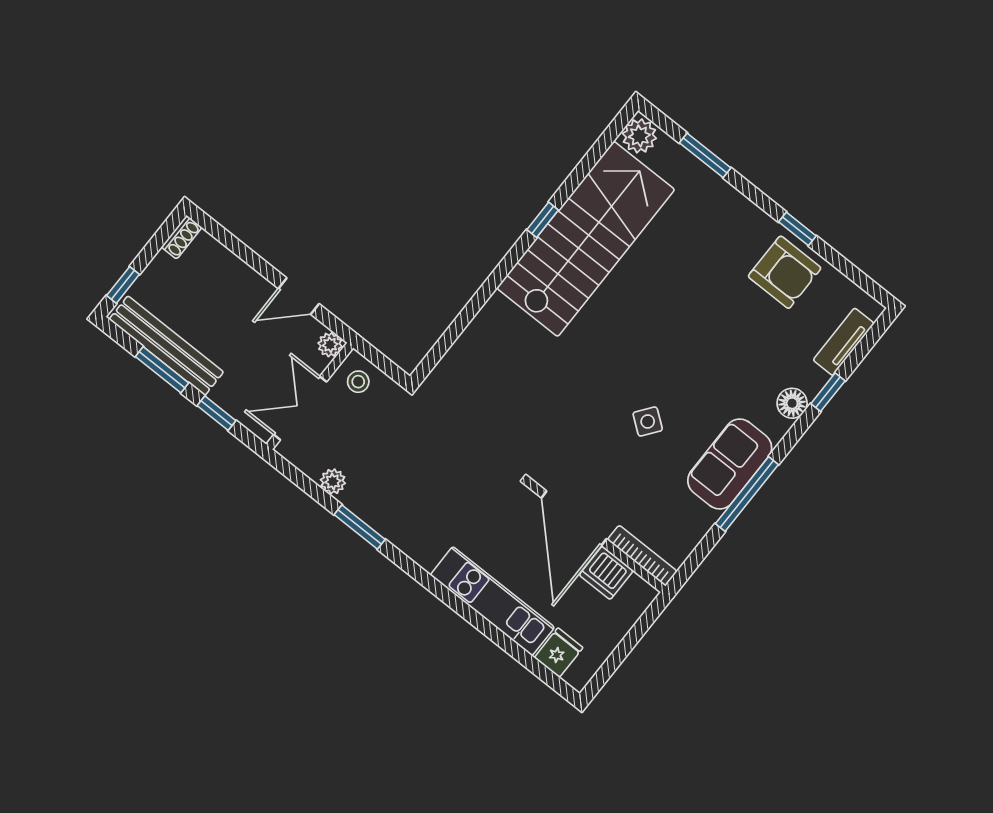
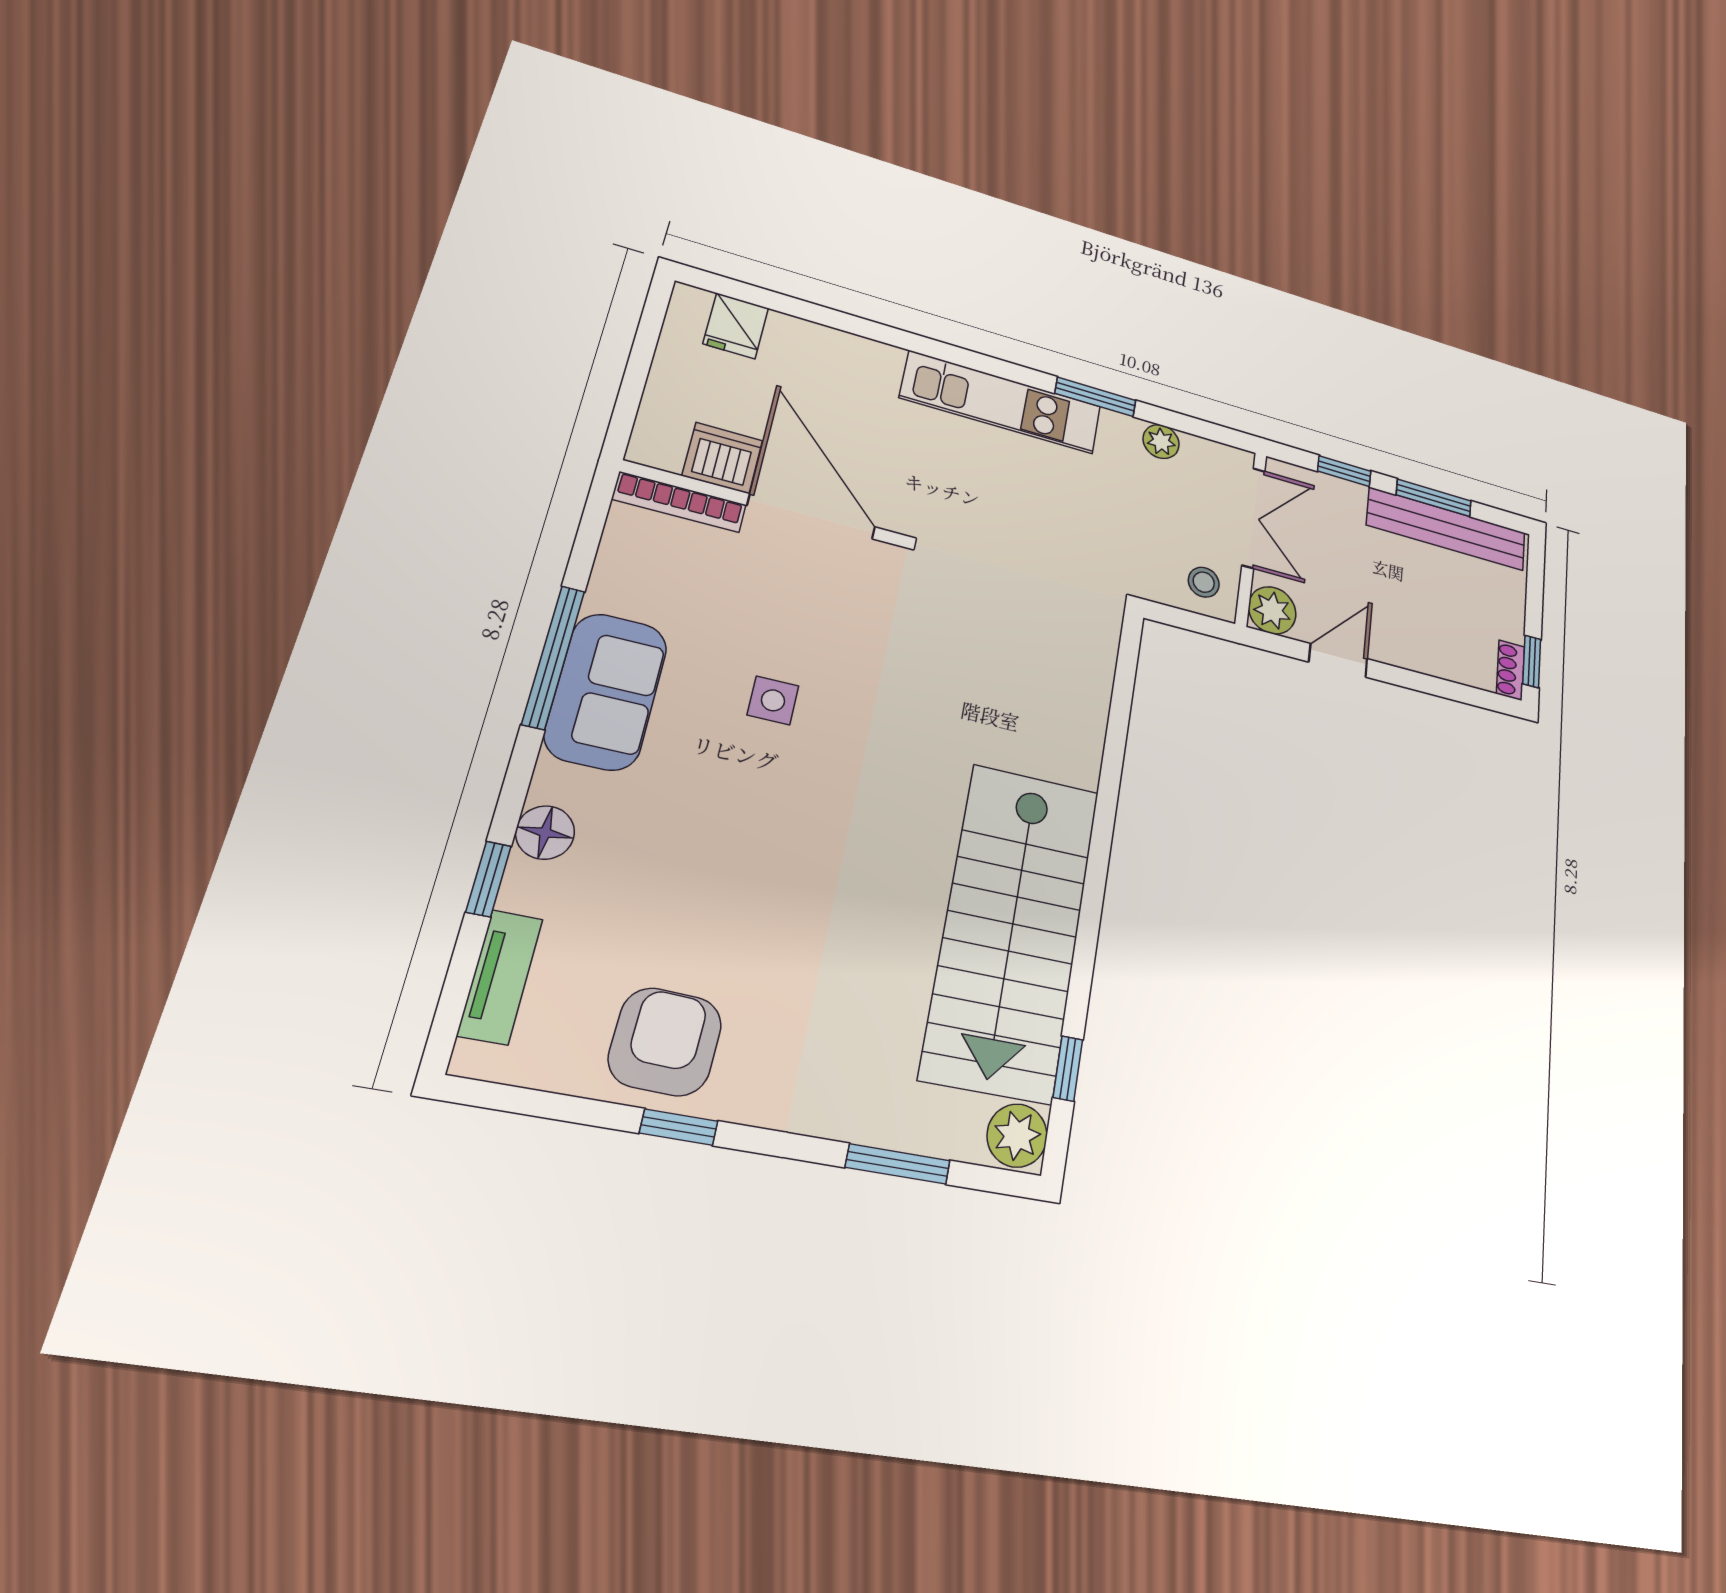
window: (543, 220) -> (1068, 1069), moved
armchair: (785, 272) -> (665, 1042), turned 92
window: (123, 285) -> (1532, 661), moved
plant: (330, 345) -> (1272, 610), width x1.38, depth x1.38
side table: (648, 421) -> (773, 700), turned -37
kitchen unit: (492, 601) -> (1001, 402), moved

